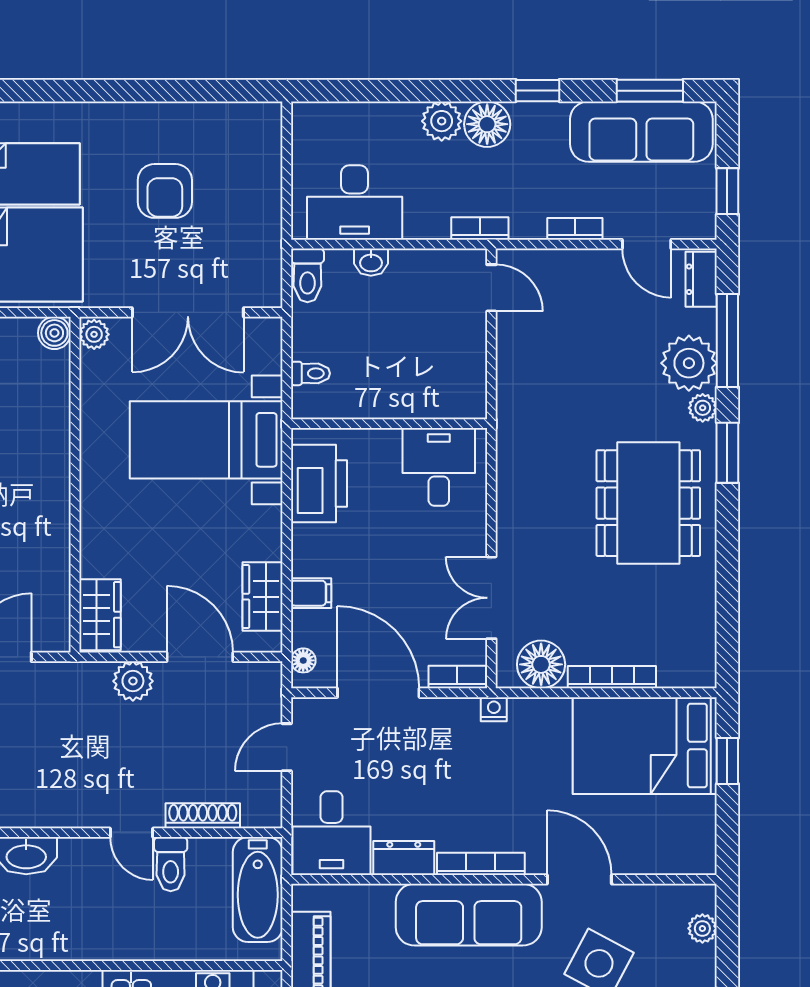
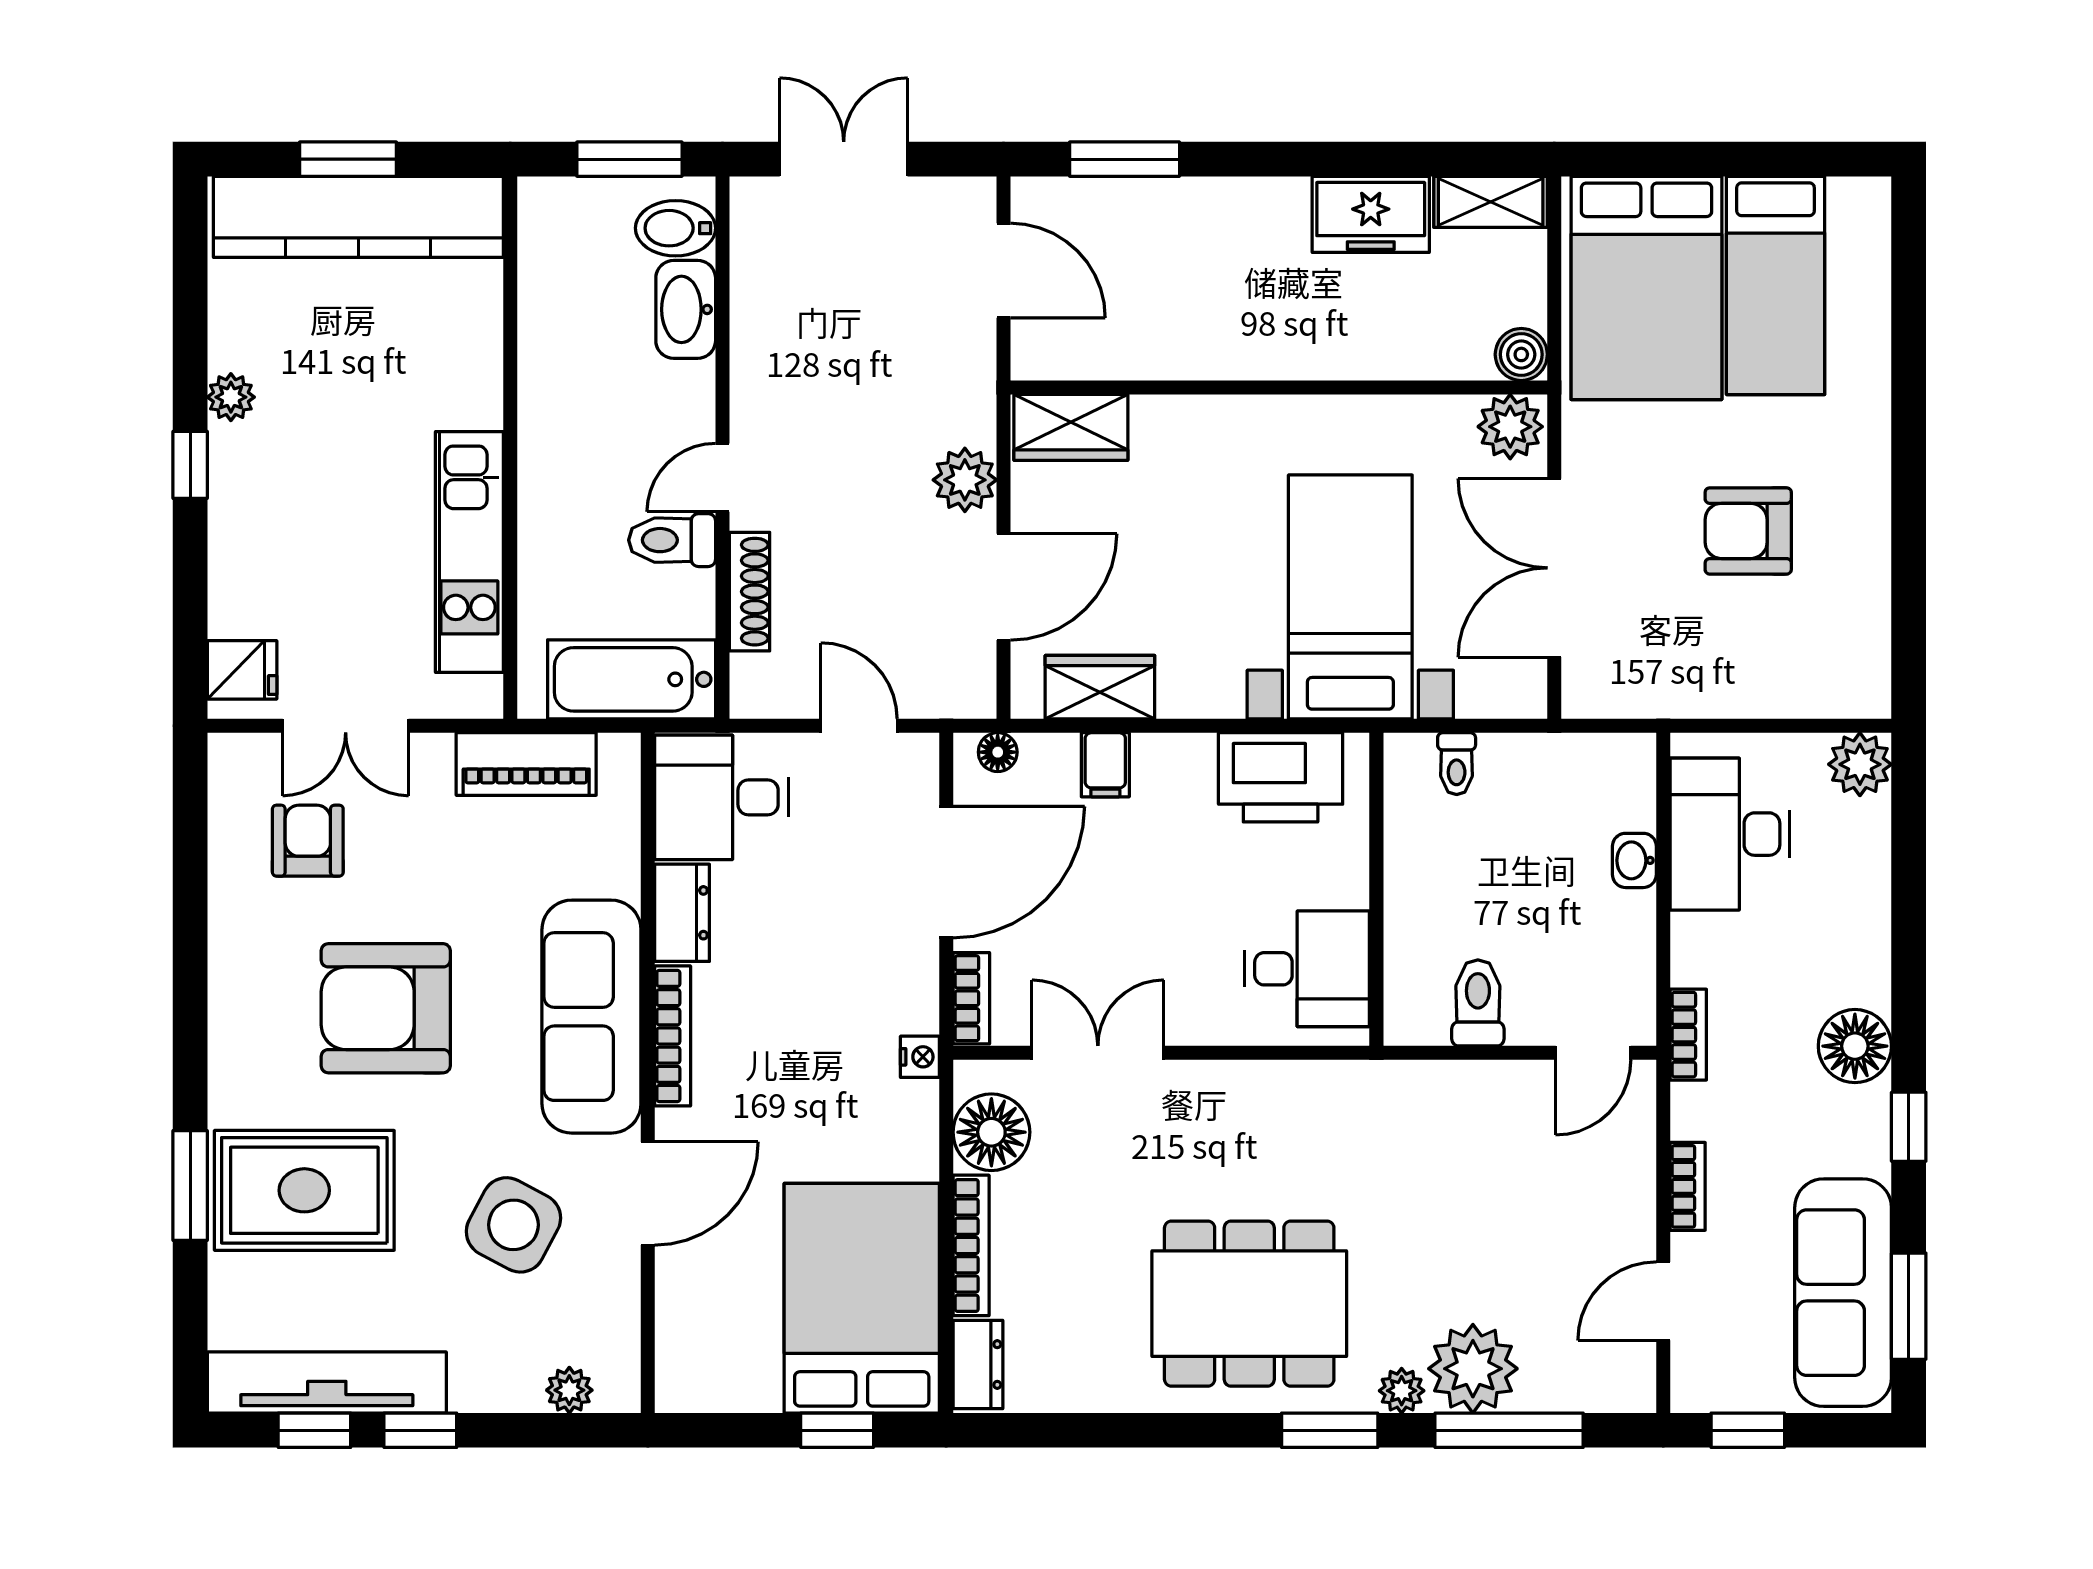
plant: (442, 121) -> (1860, 764), moved
toilet: (307, 275) -> (1478, 1003), moved, turned 90
dresser: (701, 279) -> (978, 1365), moved, turned 90
plant: (94, 334) -> (1510, 427), width x1.38, depth x1.38

